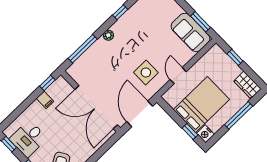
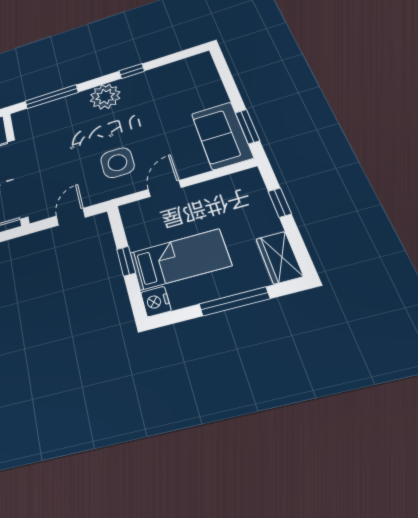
plant: (108, 35) -> (105, 97), width x1.87, depth x1.87
bed: (201, 104) -> (180, 259), width x0.67
door: (140, 114) -> (71, 217), width x0.53
window: (190, 131) -> (126, 261), moved

